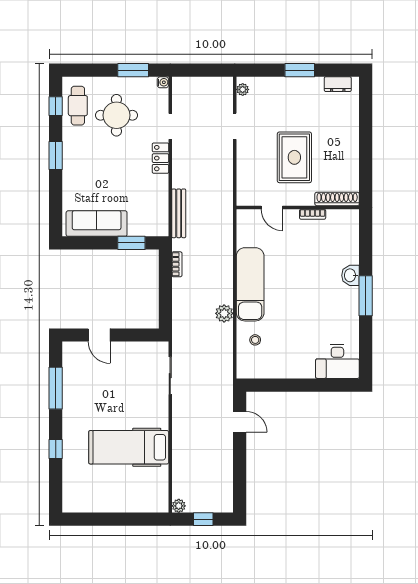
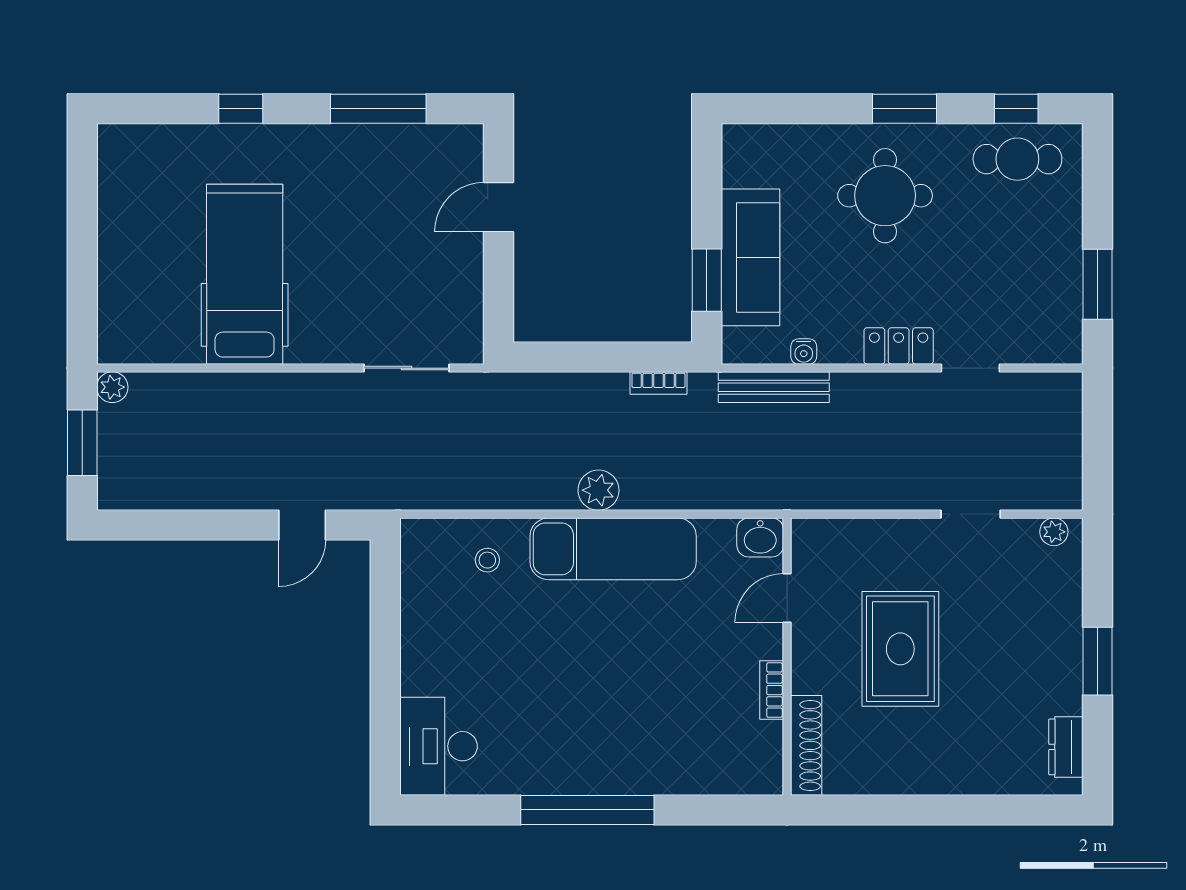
water cooler: (163, 82) -> (804, 352), moved
round table: (116, 115) -> (885, 196), moved
rug: (294, 157) -> (900, 649), turned 90
sofa: (97, 224) -> (750, 257), moved
washbasin: (350, 275) -> (760, 537), moved, turned 180
window: (366, 296) -> (587, 810), width x1.46
plant: (224, 313) -> (598, 490), moved
window: (203, 519) -> (82, 443), width x1.50

